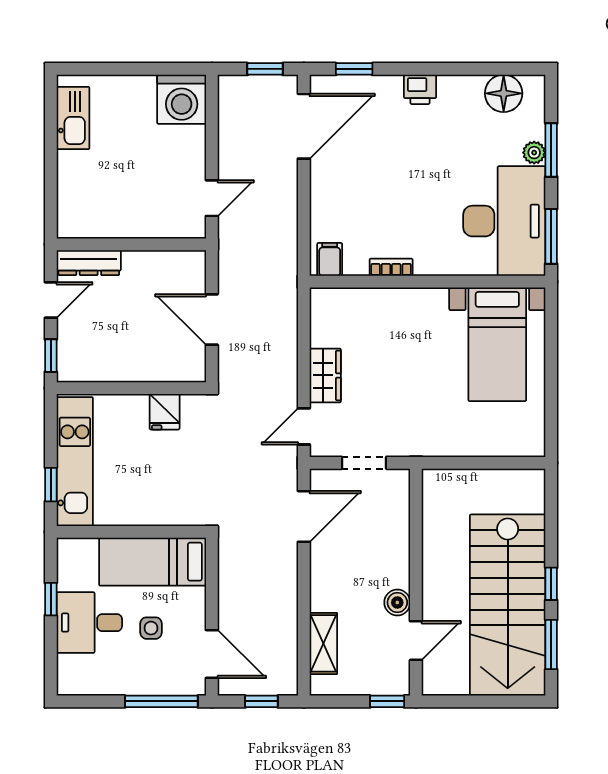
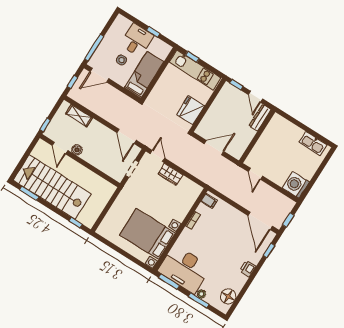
bed with nightstands: (497, 344) -> (147, 234), width x1.36
fridge: (165, 412) -> (191, 110), width x1.88, depth x1.34
window: (551, 584) -> (76, 223), moved

